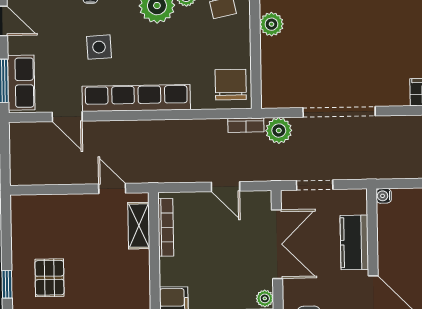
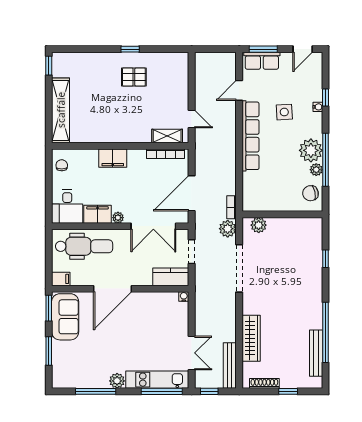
plant: (271, 24) -> (259, 225), moved
chair: (231, 85) -> (258, 198), removed
door: (225, 187) -> (192, 193), width x1.88
door: (112, 189) -> (192, 119), hinge flipped
kitchen counter: (354, 242) -> (171, 277), moved

